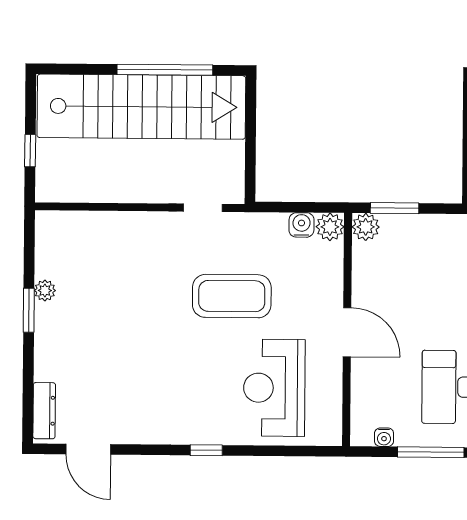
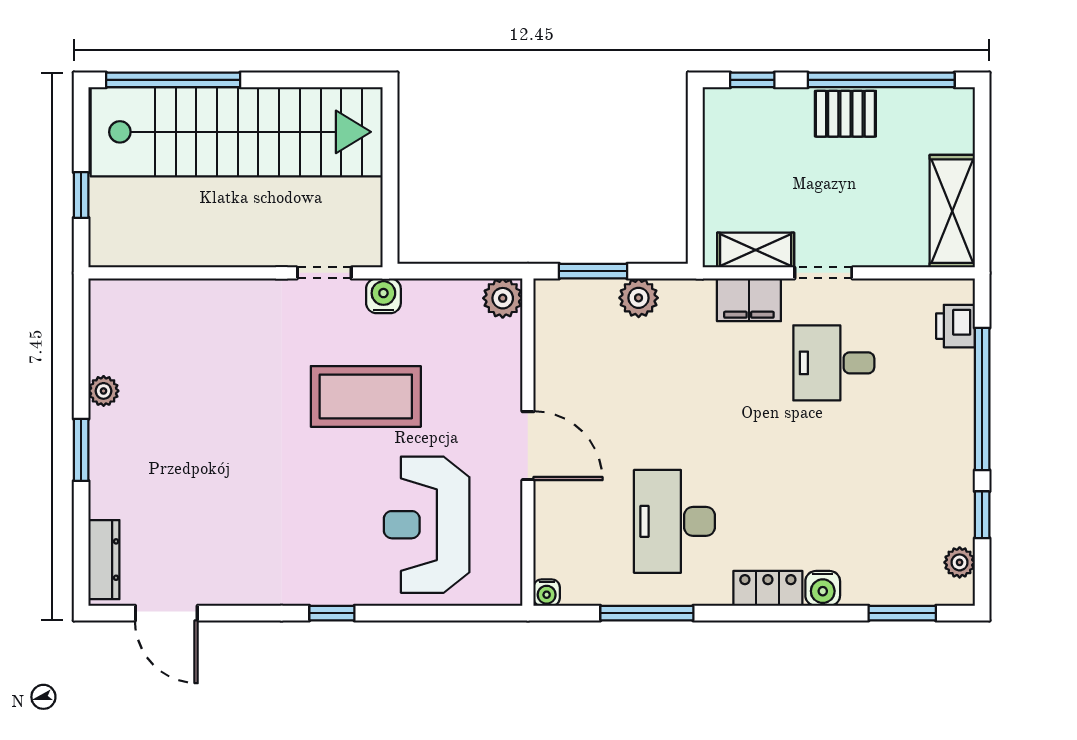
window: (165, 70) -> (173, 80), moved
water cooler: (301, 225) -> (383, 296), moved
plant: (366, 227) -> (639, 298), moved
window: (29, 310) -> (81, 450), moved
water cooler: (384, 437) -> (547, 593), moved

